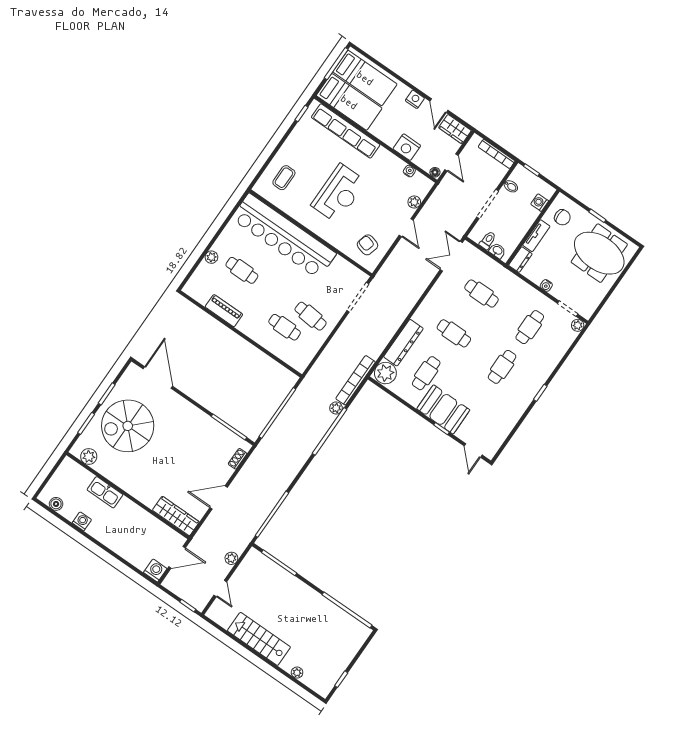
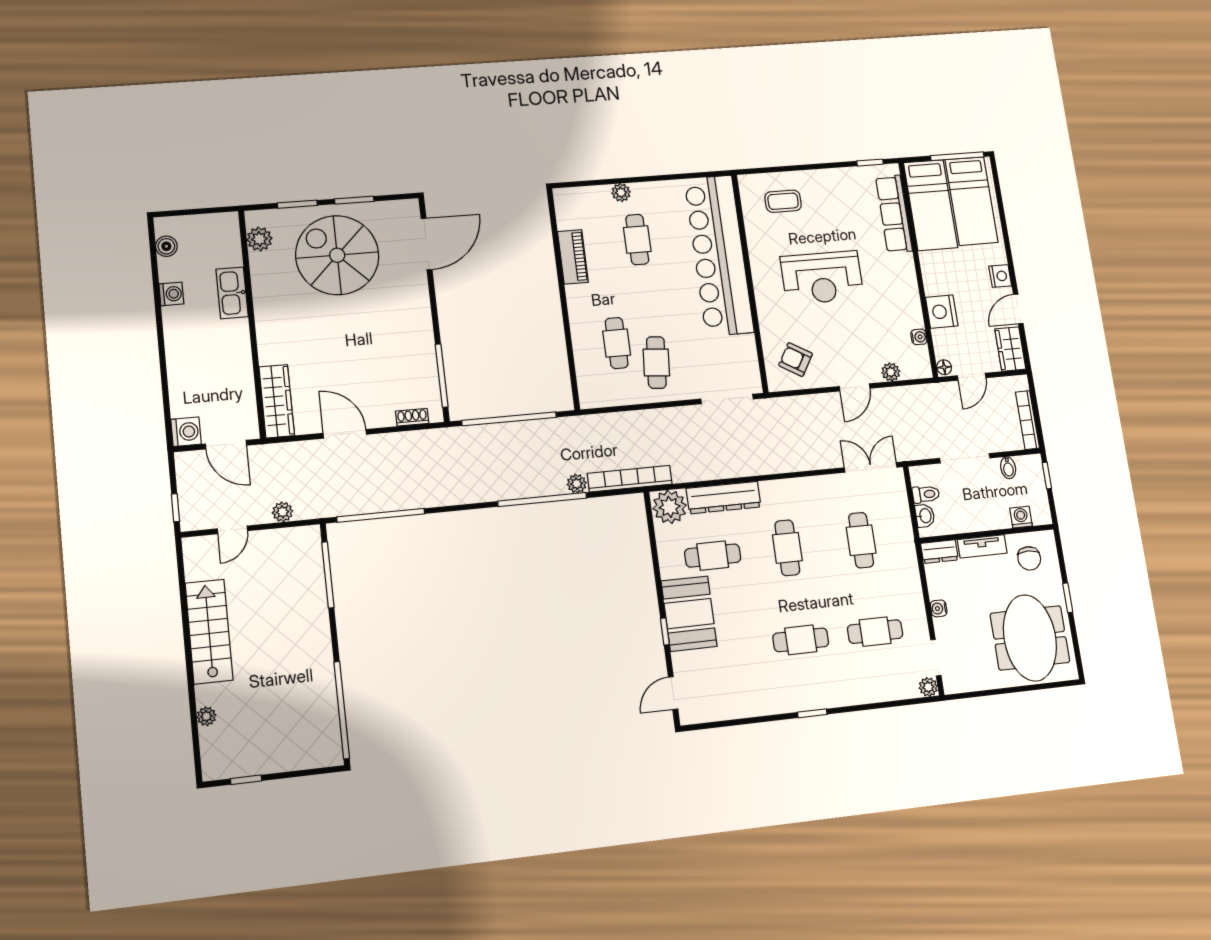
row of seats: (346, 131) -> (894, 214), width x0.73
armchair: (368, 245) -> (796, 359), turned -74

